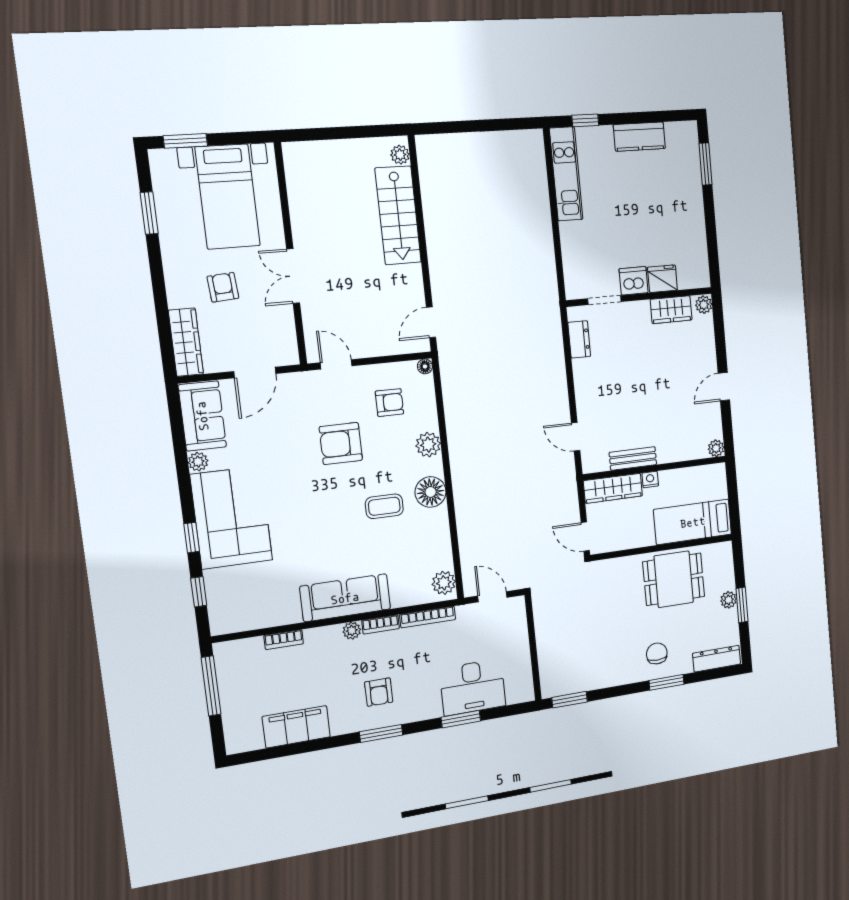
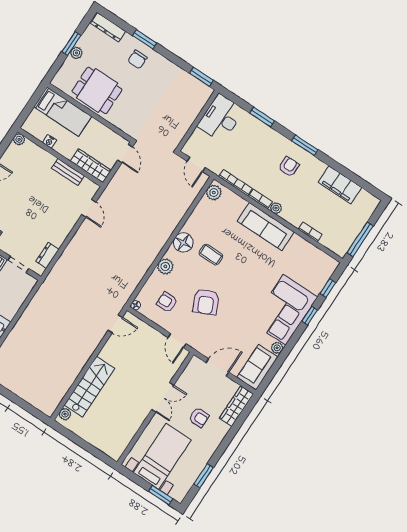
armchair: (223, 287) -> (199, 418), turned -86
armchair: (341, 443) -> (206, 302), turned 66
nightstand: (650, 479) -> (49, 141), moved
desk: (473, 687) -> (221, 118), moved, turned -90

